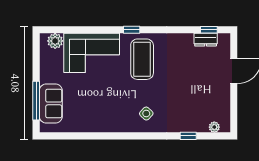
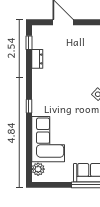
dresser: (206, 40) -> (37, 59), moved
coffee table: (142, 59) -> (53, 98), removed

